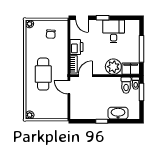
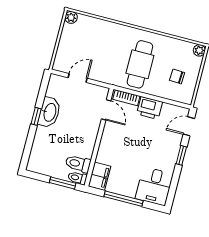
desk: (114, 31) -> (154, 186), moved, turned 90
plant: (113, 67) -> (109, 153), removed
cafe table: (43, 74) -> (140, 64), moved, turned 90
door: (69, 87) -> (78, 78), moved
washbasin: (118, 113) -> (49, 112), moved

